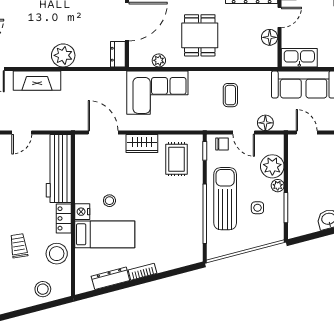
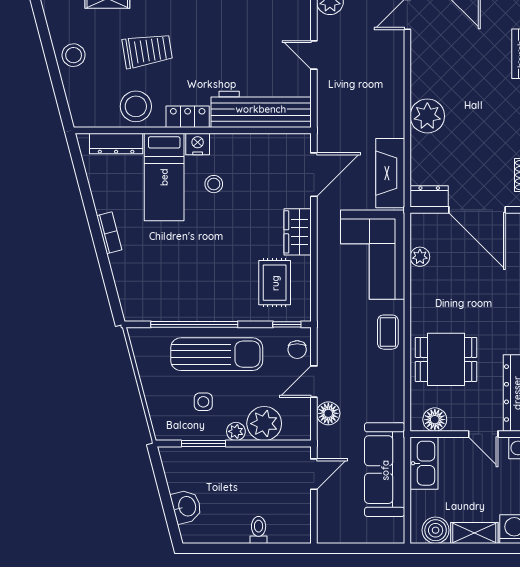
dining table: (200, 35) -> (446, 359), moved
floor lamp: (270, 37) -> (435, 420), moved
fireplace: (37, 81) -> (390, 173), moved
coffee table: (230, 95) -> (388, 332), moved, turned 90
rug: (176, 159) -> (275, 283), turned 90
trolley: (19, 246) -> (147, 51), width x1.36, depth x1.39
dresser: (110, 278) -> (116, 144), moved, turned 105
stool: (43, 289) -> (74, 55), moved

